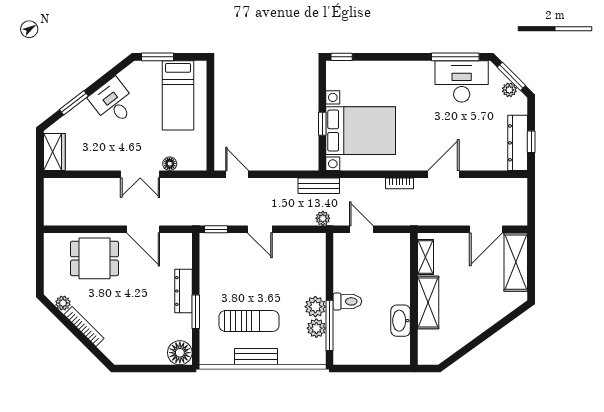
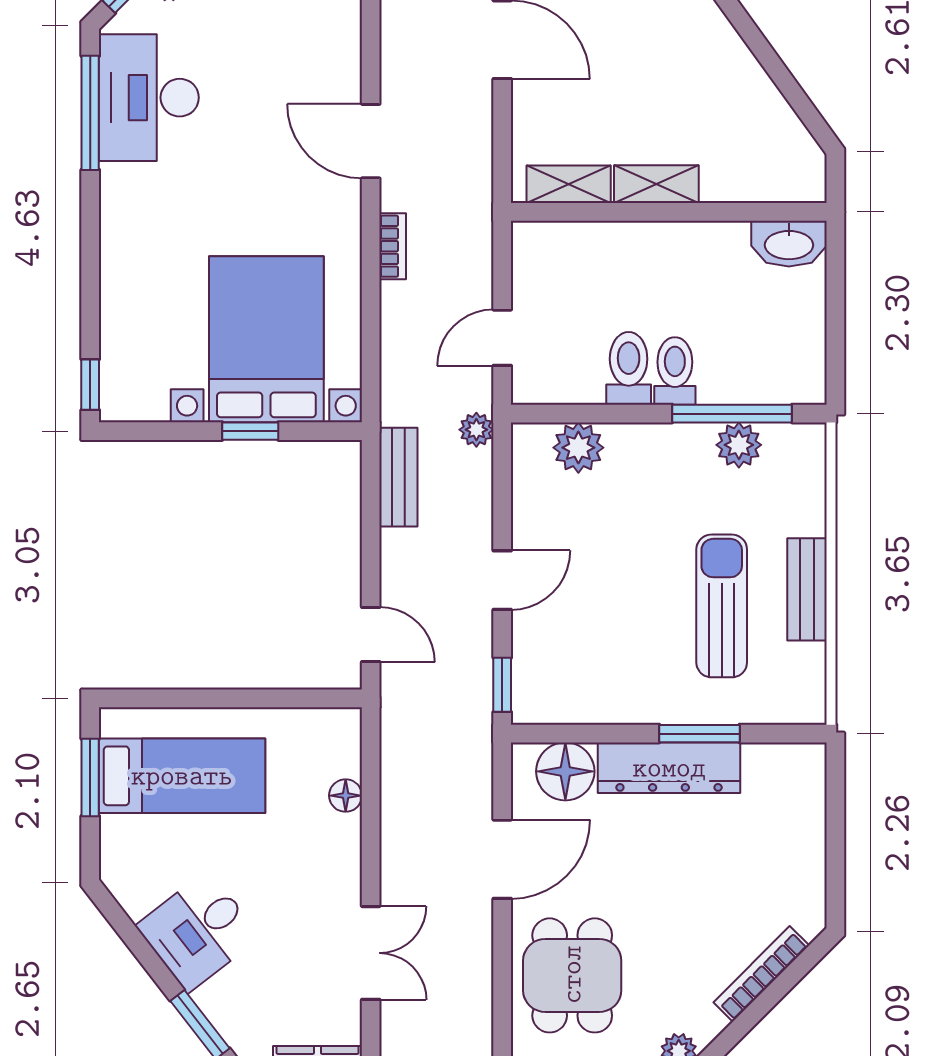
window: (158, 57) -> (90, 777), moved
double door: (140, 174) -> (371, 953), moved
door: (237, 174) -> (371, 635), swing flipped
bench: (319, 186) -> (398, 477), moved
toilet: (348, 282) -> (629, 368), added
dresser: (183, 291) -> (669, 768), width x1.37, depth x1.24
shelving: (428, 303) -> (656, 184), width x0.67, depth x0.75
plant: (315, 307) -> (578, 448), moved
washbasin: (401, 321) -> (789, 244), moved
bookcase: (84, 326) -> (761, 974), moved
floor lamp: (180, 353) -> (565, 771), moved

